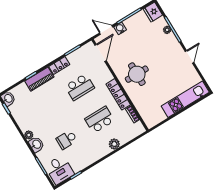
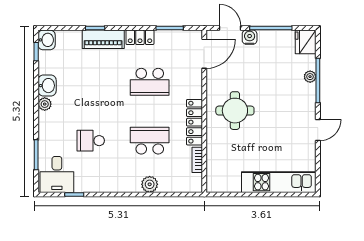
washbasin: (36, 144) -> (47, 86), moved

